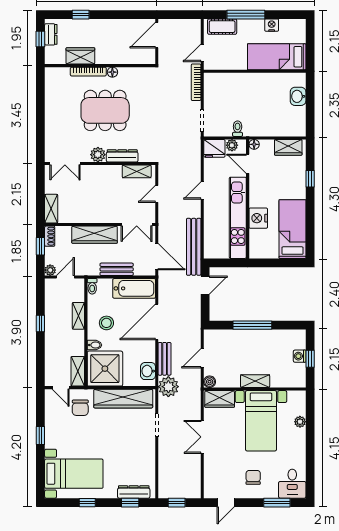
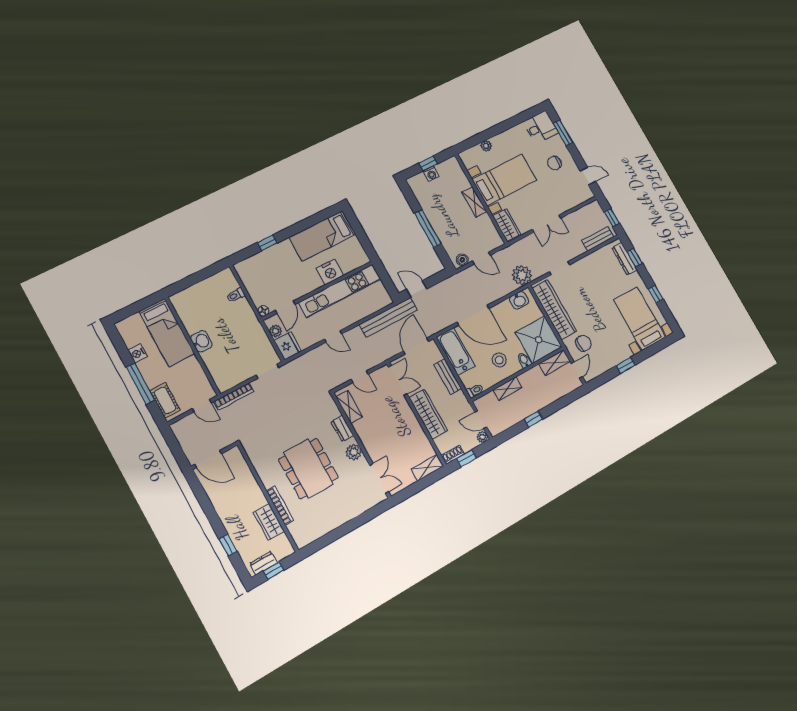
floor lamp: (112, 72) -> (268, 482), removed
washbasin: (298, 96) -> (201, 341), moved, turned -90
toilet: (238, 129) -> (236, 295), moved
wardrobe: (288, 147) -> (249, 278), removed
dresser: (122, 156) -> (342, 428), width x0.70
bench: (165, 359) -> (598, 239), moved
boiler: (210, 382) -> (462, 260), moved

